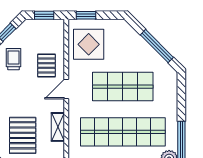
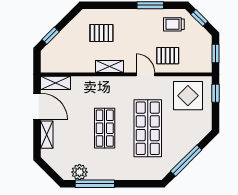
trolley: (13, 59) -> (174, 24), turned 180
shop shelf: (123, 132) -> (105, 128), width x0.50, depth x0.74
pallet: (23, 135) -> (101, 33), width x0.67, depth x0.71

